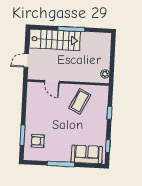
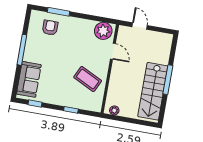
stairs: (55, 40) -> (153, 91), moved
door: (52, 82) -> (113, 51), swing flipped
plant: (35, 93) -> (103, 31), added

